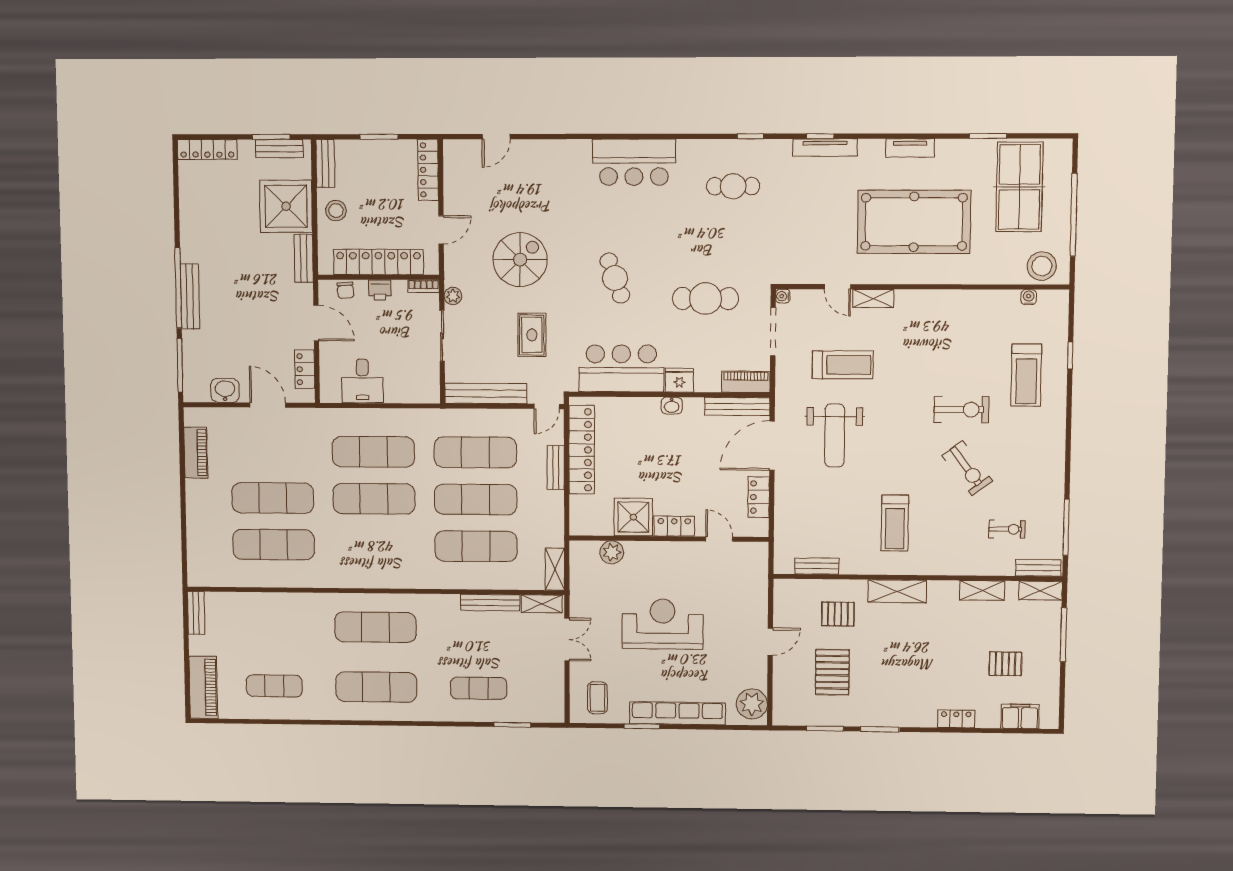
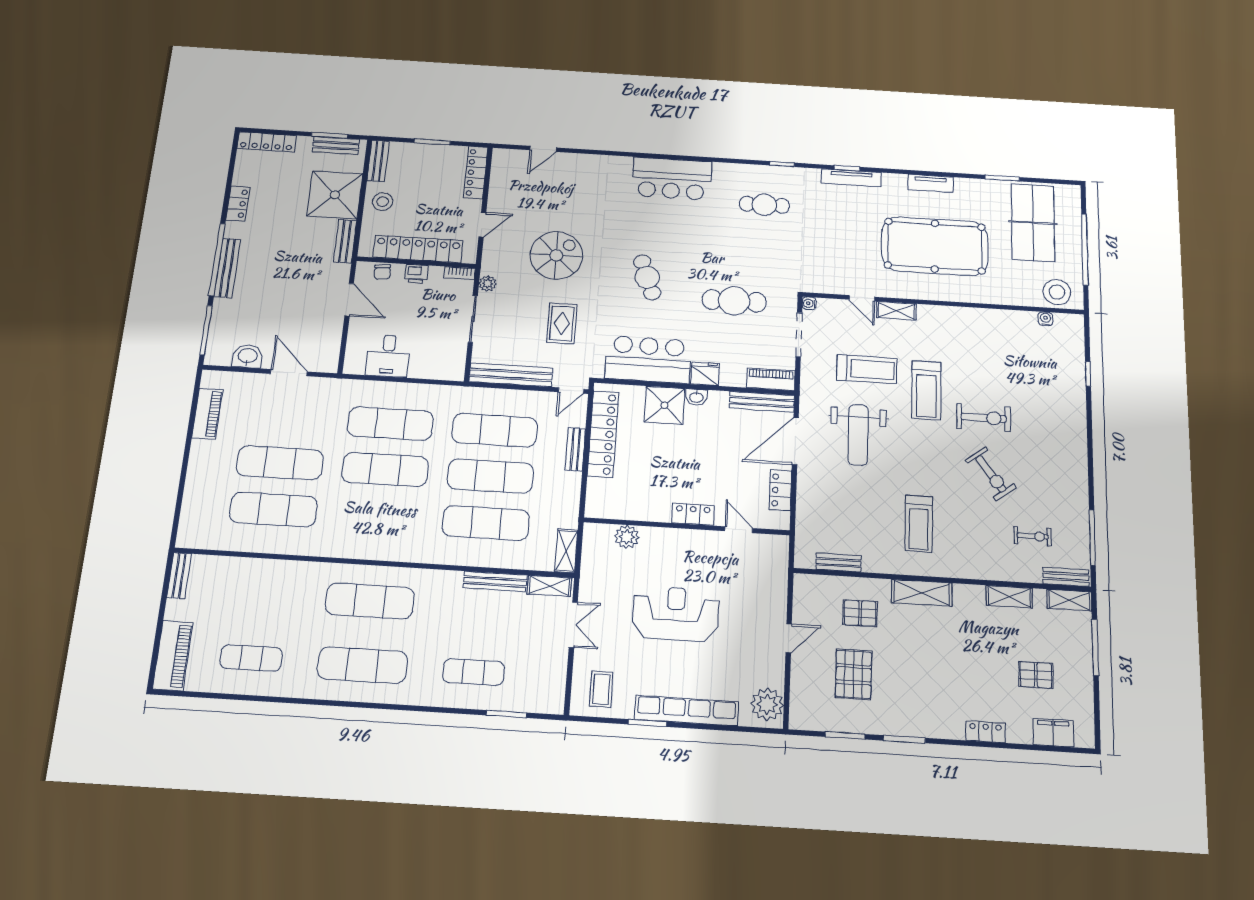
locker: (305, 369) -> (238, 203), moved, turned 180
treadmill: (1026, 375) -> (926, 390), moved
shower: (633, 517) -> (664, 405), moved

